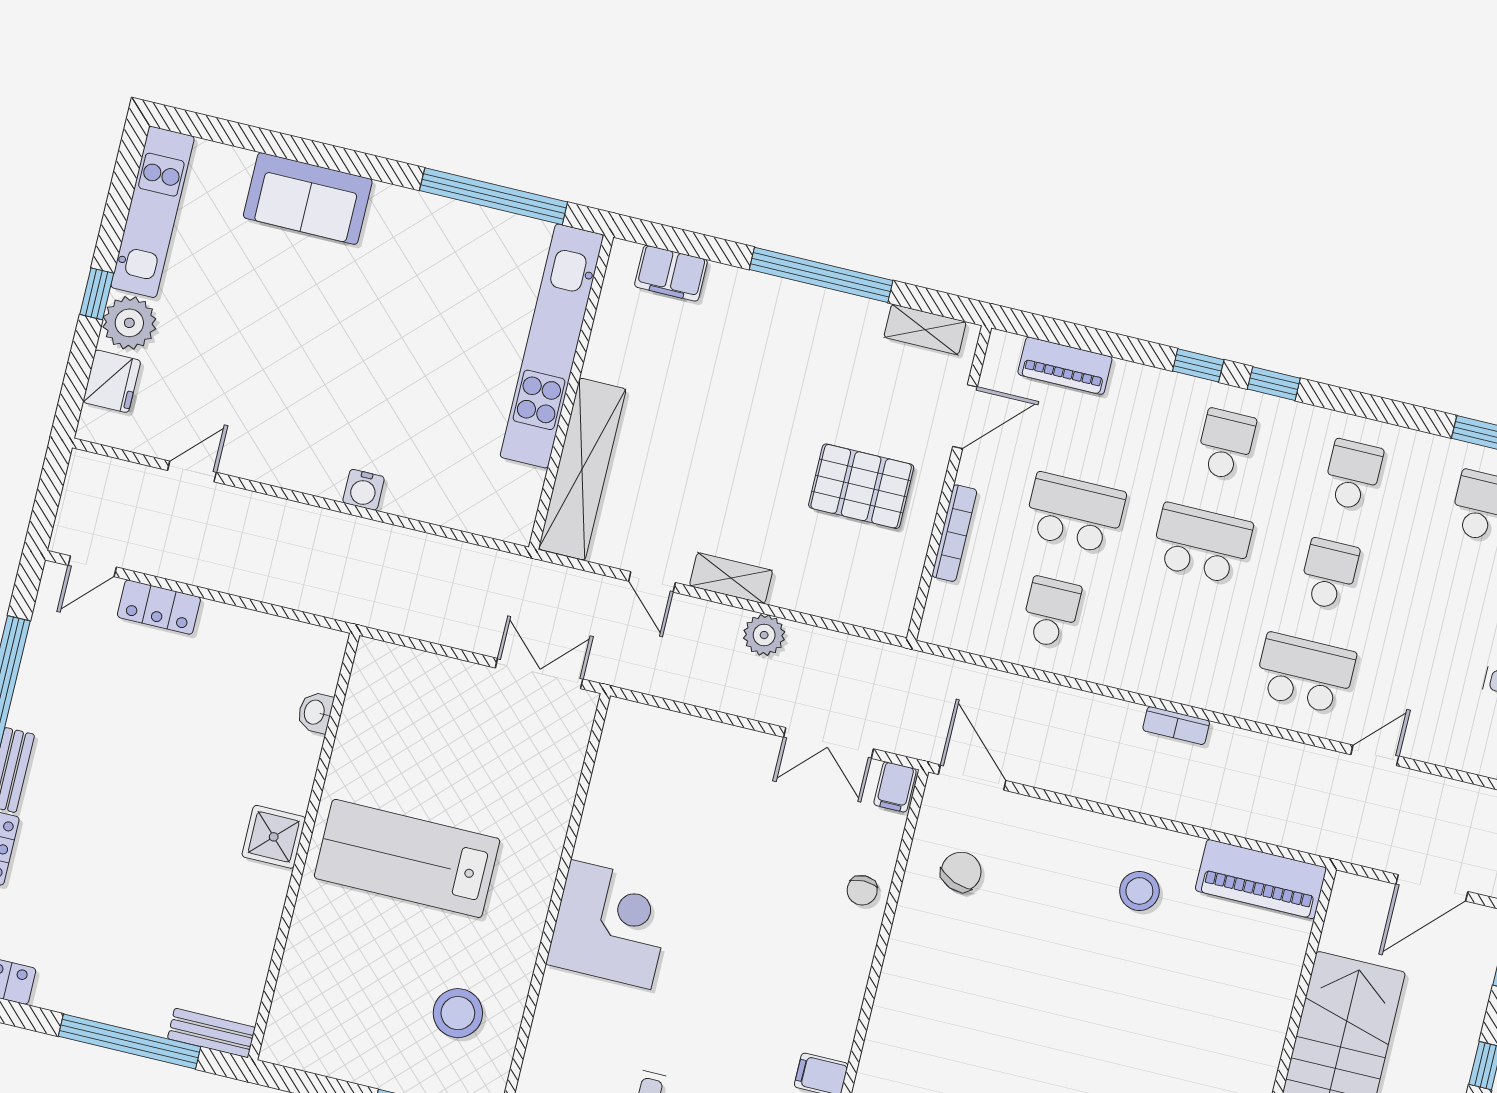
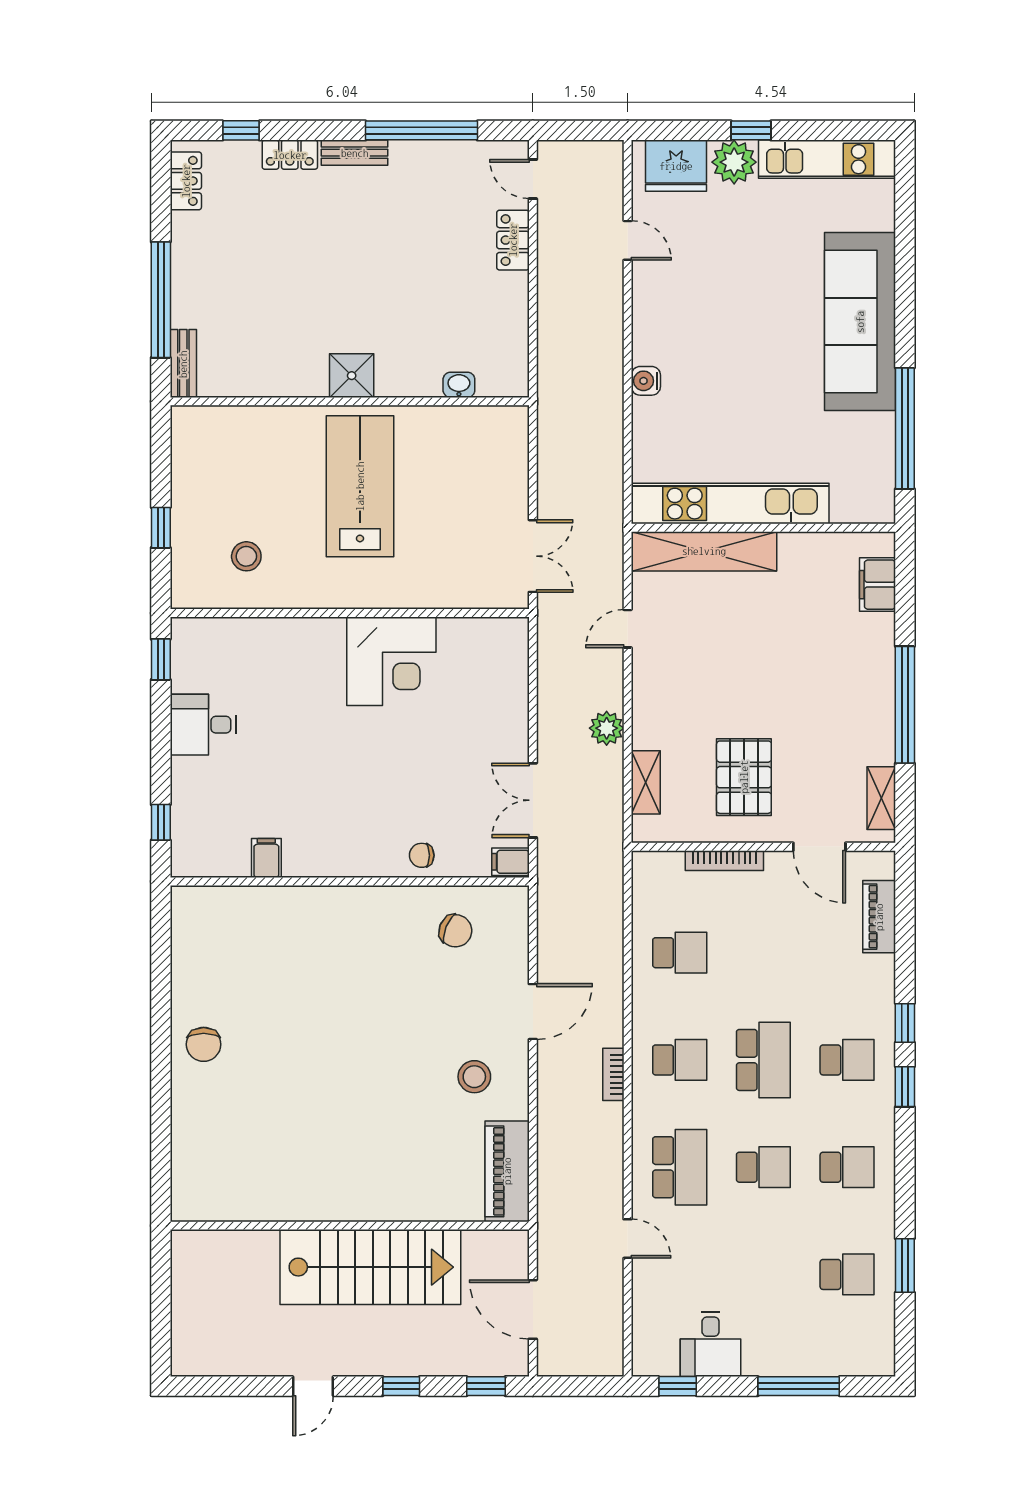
sofa: (308, 198) -> (860, 322), width x1.85, depth x1.27
kitchen unit: (552, 346) -> (730, 504), moved
fridge: (112, 381) -> (676, 166), width x1.36, depth x1.34
school desk: (1075, 513) -> (680, 1060), moved, width x0.54
shelving: (731, 578) -> (646, 782), moved
door: (972, 777) -> (533, 1012), moved
corner desk: (611, 924) -> (391, 661), moved
stool: (458, 1013) -> (246, 556), width x0.73, depth x0.73

